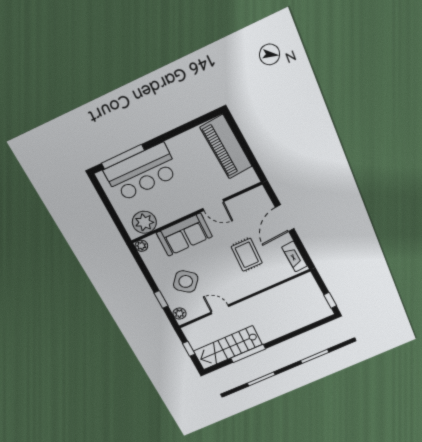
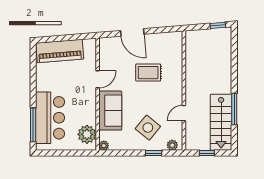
fireplace: (295, 257) -> (167, 38), removed

